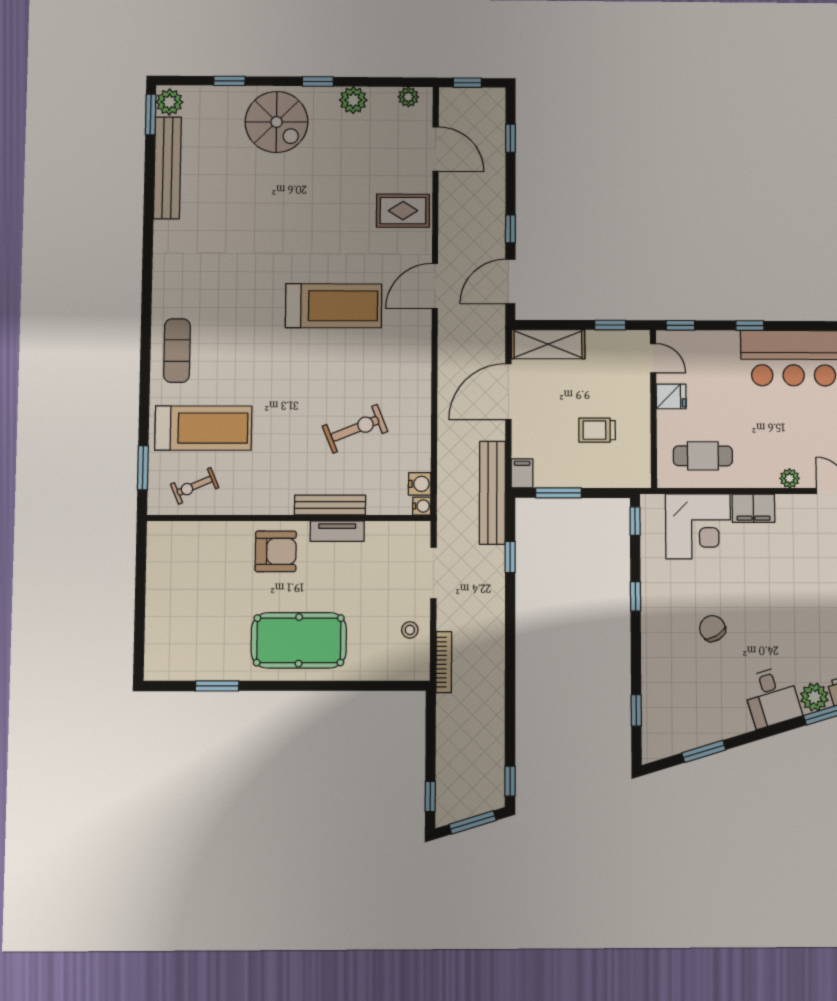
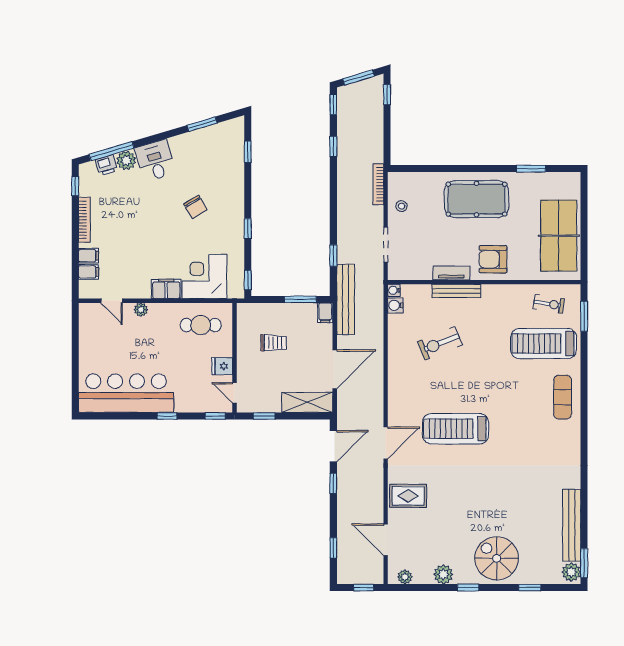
exercise bike: (195, 486) -> (549, 304), turned 32
table tennis table: (178, 586) -> (559, 236), added
window: (510, 718) -> (333, 147), added

